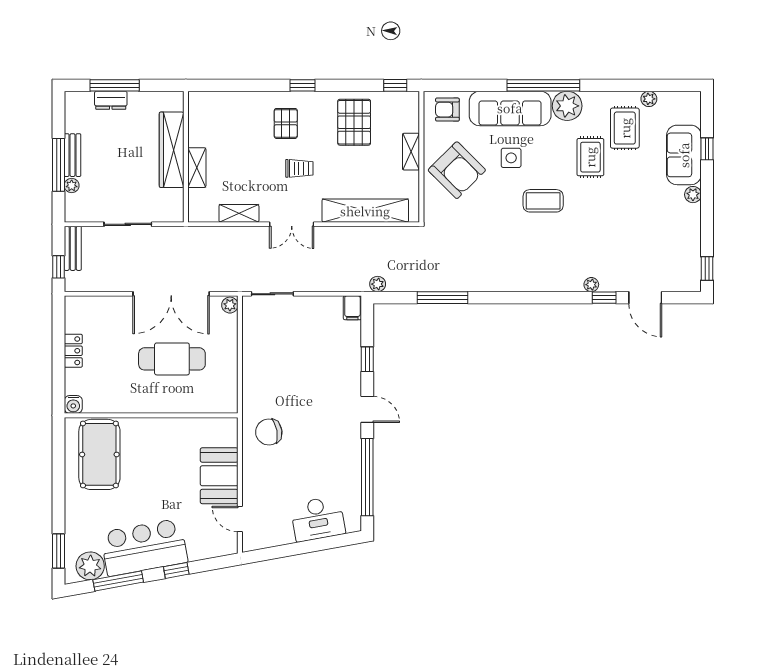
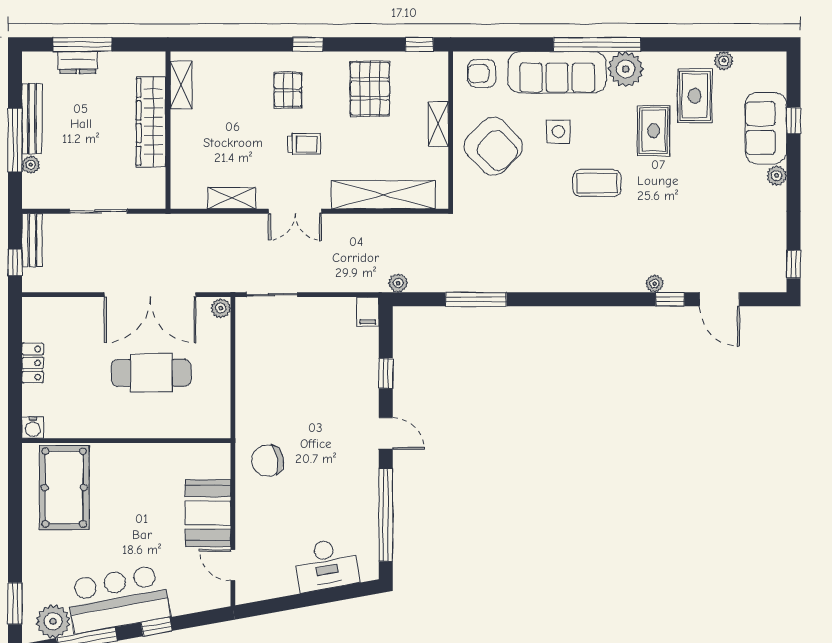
bench: (72, 155) -> (32, 119), width x1.36
shelving: (197, 168) -> (181, 85), moved

